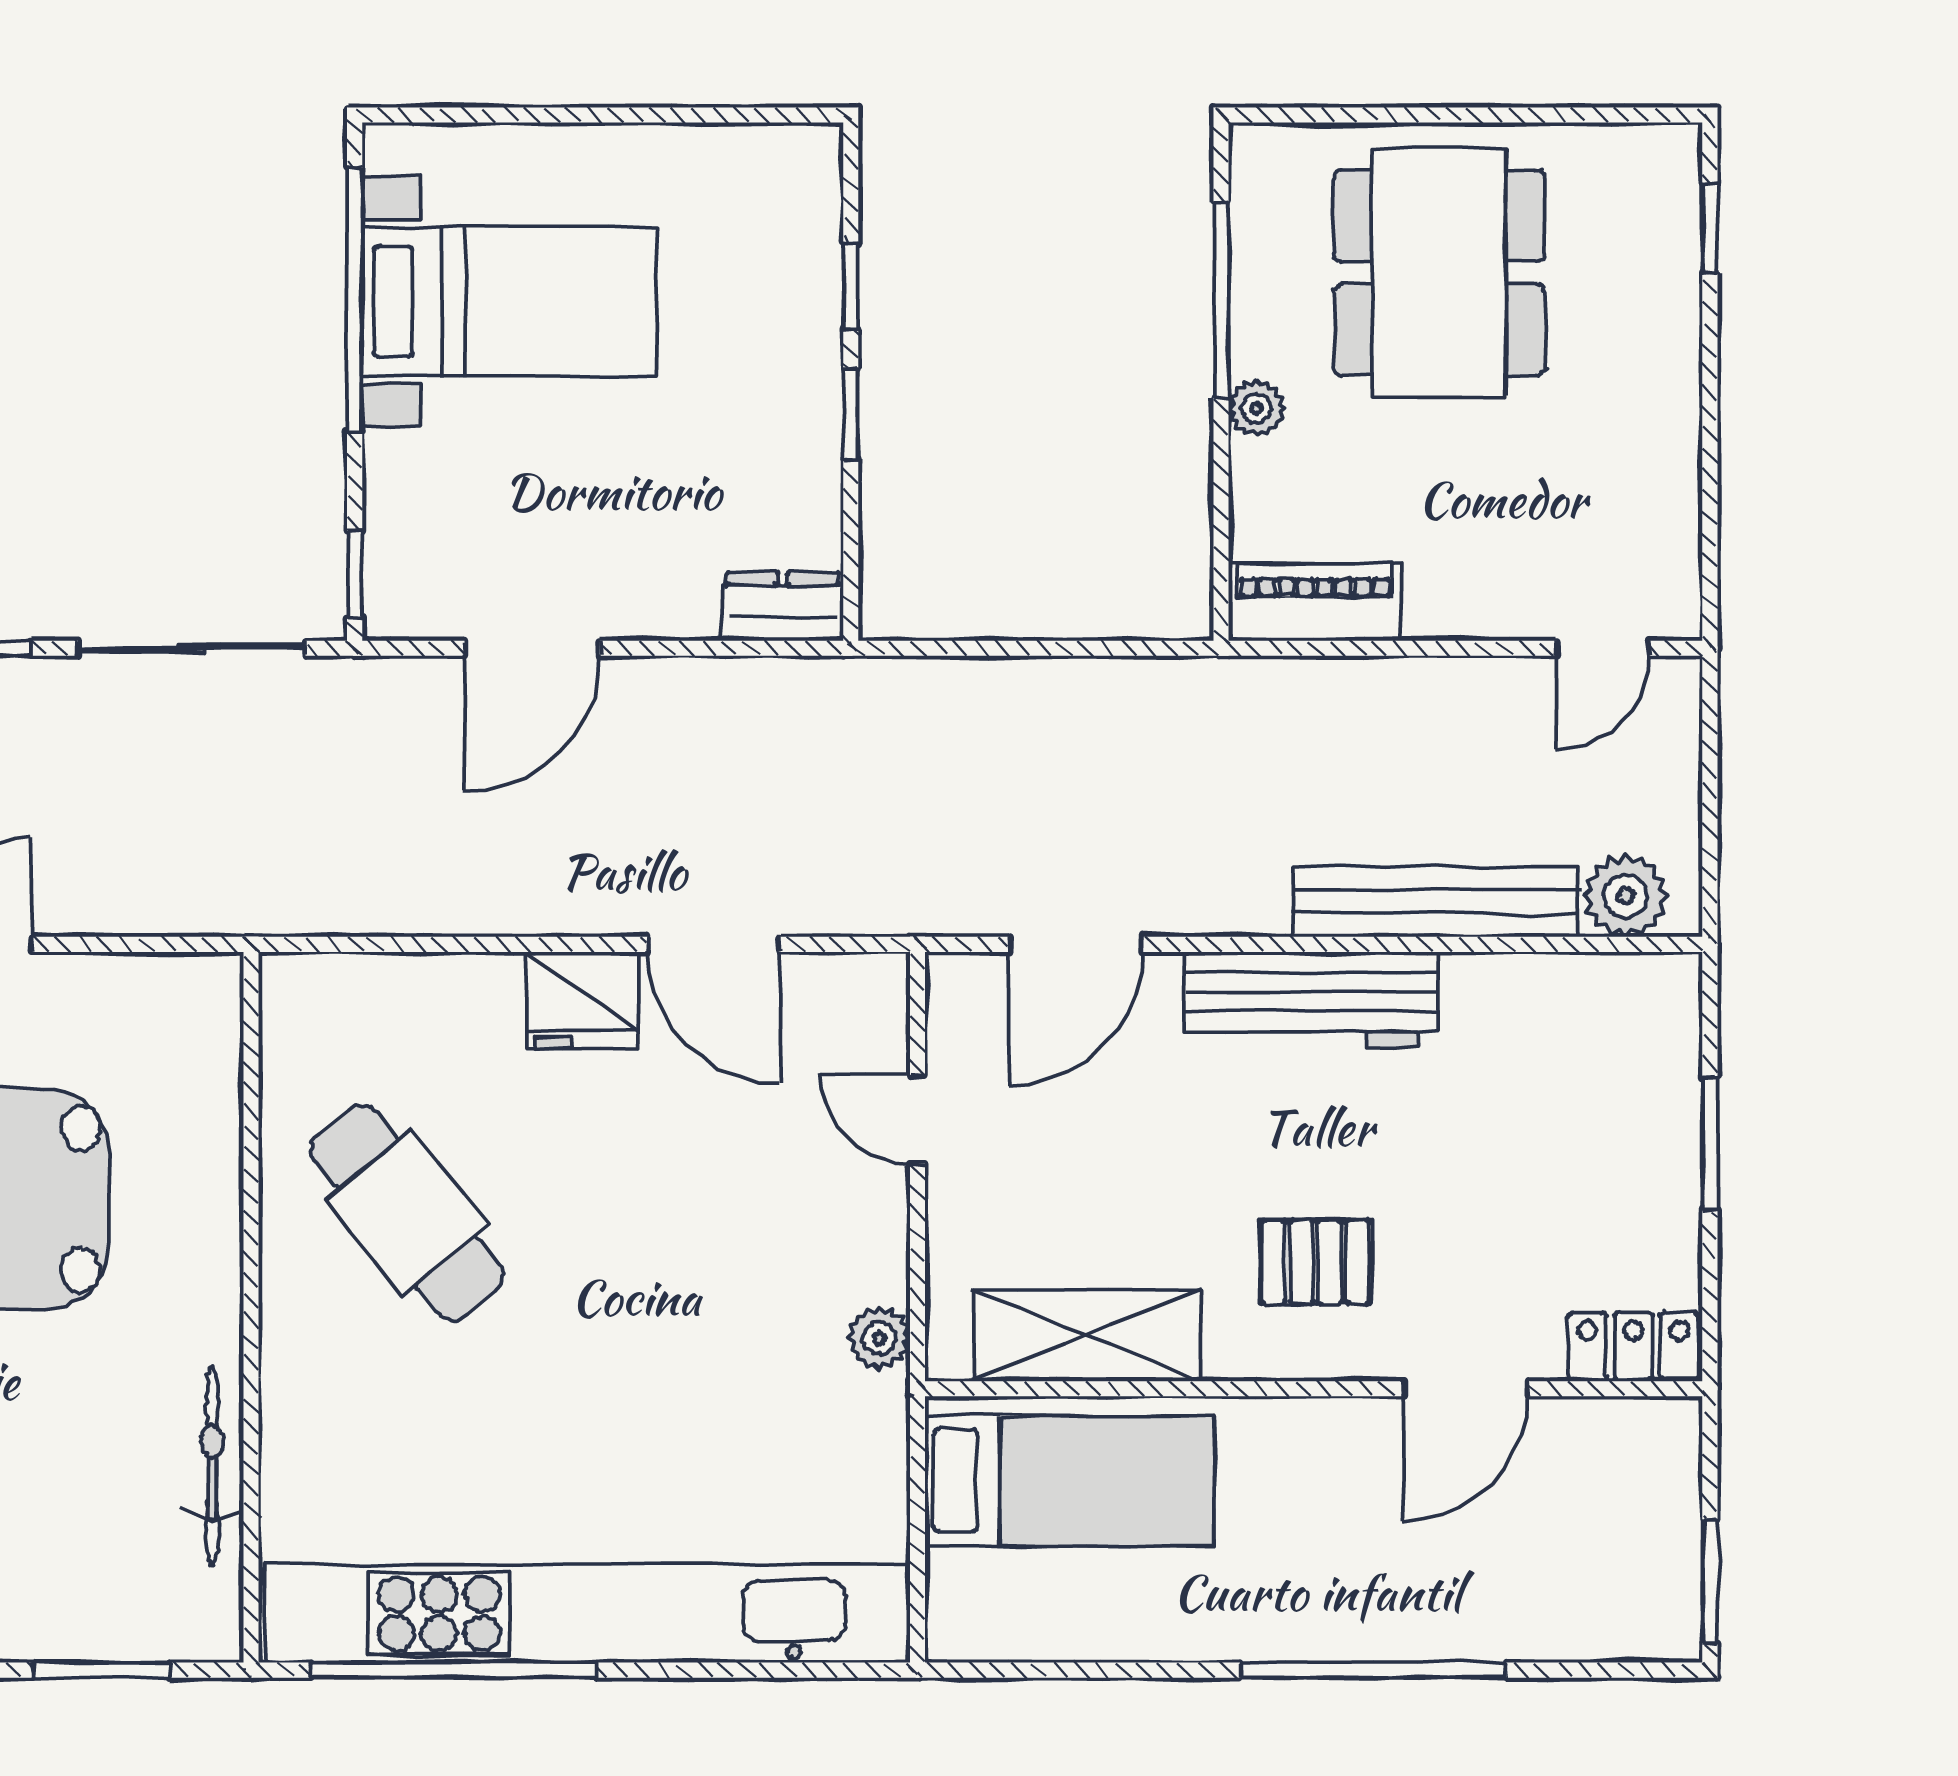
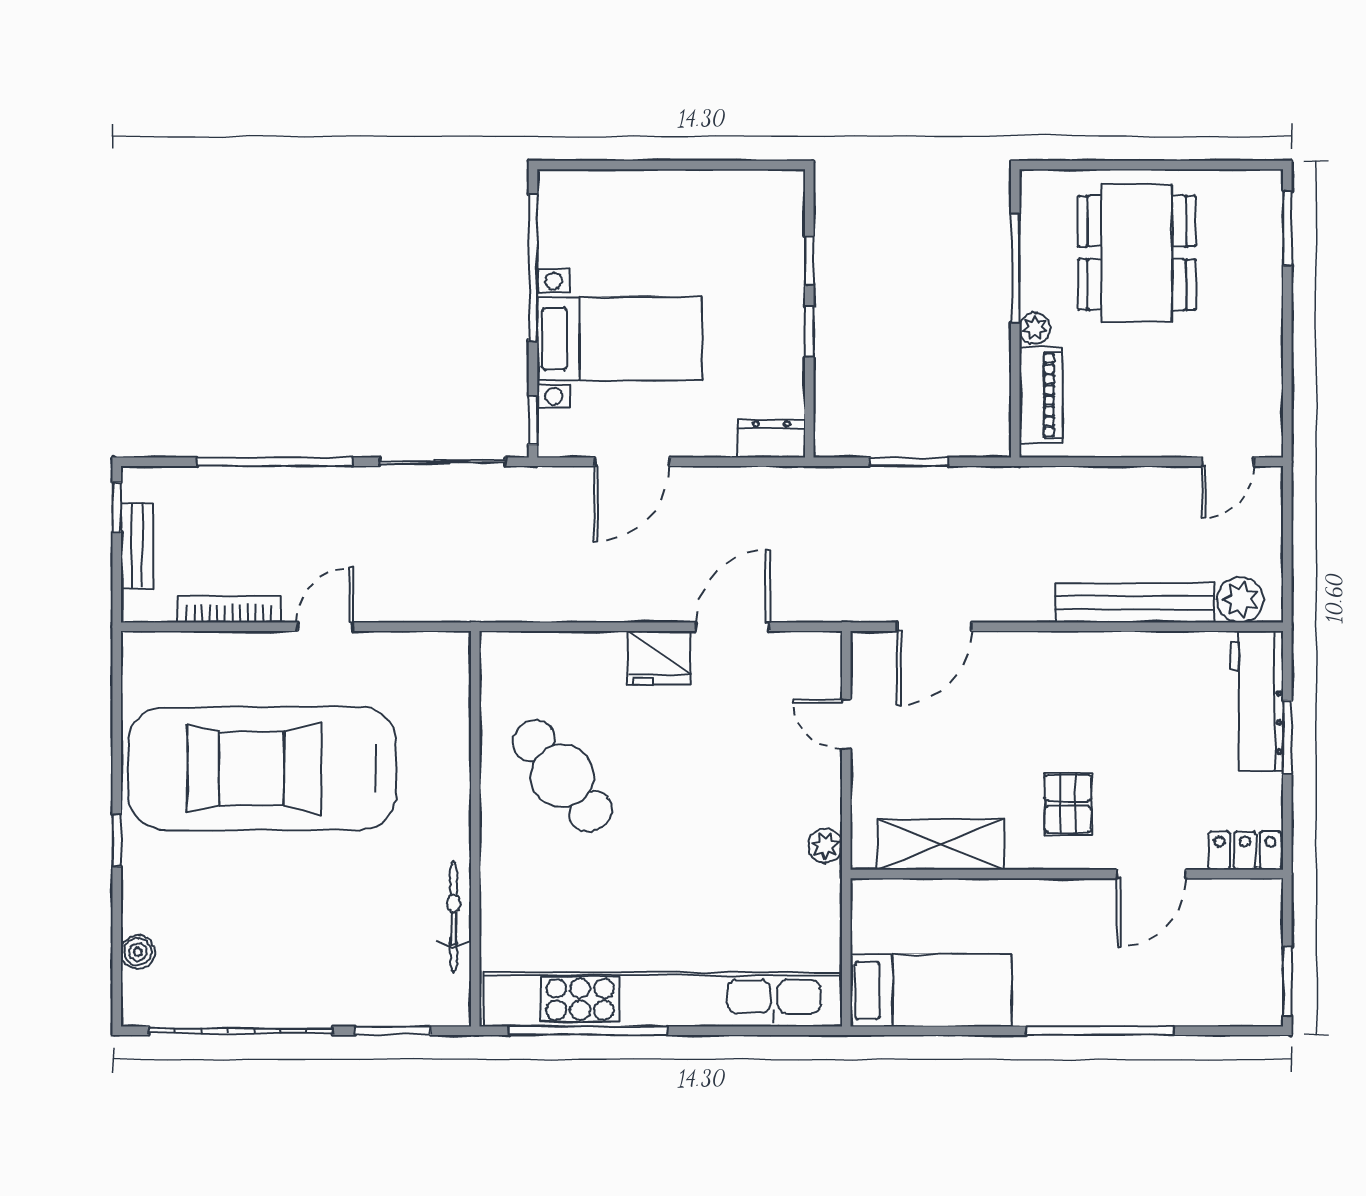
window: (1710, 228) -> (1287, 228), width x1.50
bed with nightstands: (510, 302) -> (619, 339), moved
piano: (1315, 602) -> (1041, 395), moved, turned 90
window: (1030, 648) -> (909, 462), added
door: (713, 944) -> (733, 627), swing flipped
workbench: (1311, 999) -> (1257, 701), moved, turned 90
pallet: (1316, 1262) -> (1068, 804), turned 90
bed: (1070, 1481) -> (931, 990), moved

